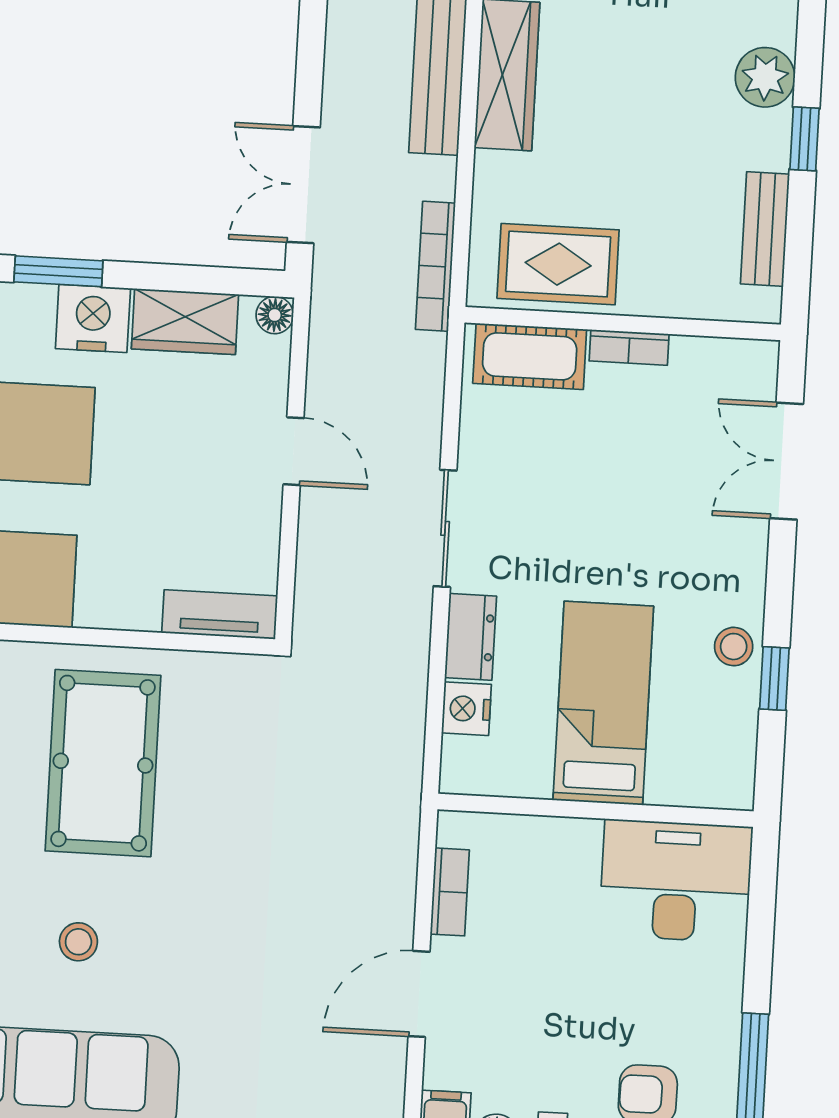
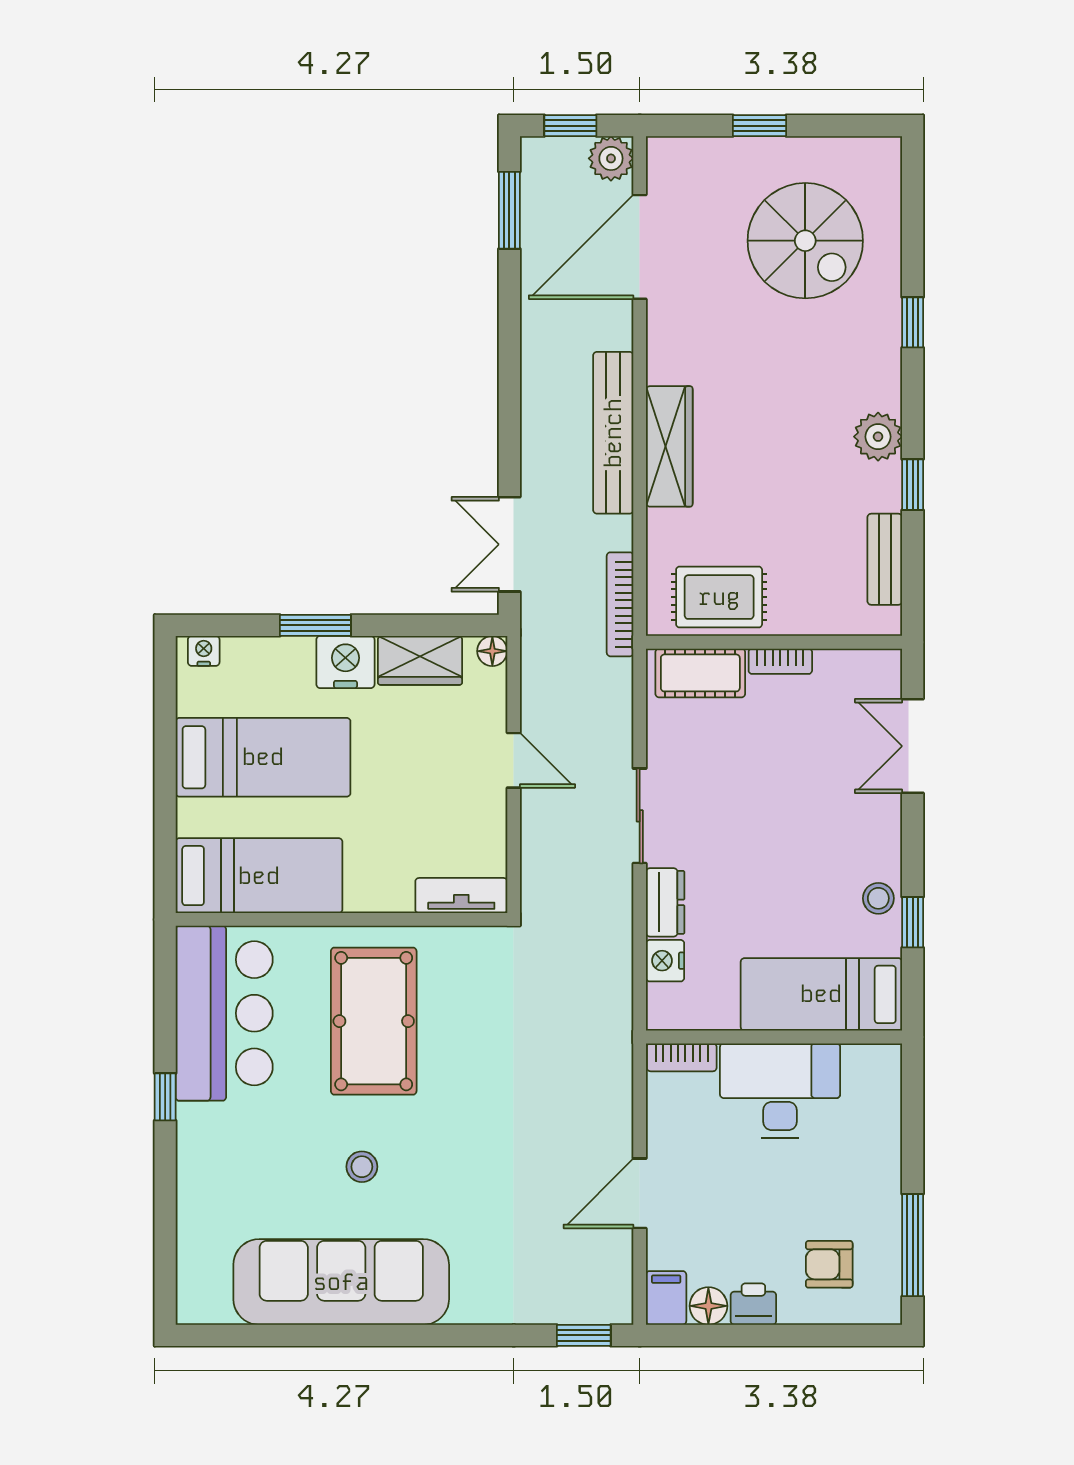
bed: (603, 703) -> (821, 994), moved, turned -90
desk: (676, 881) -> (780, 1091), moved
bookcase: (450, 892) -> (682, 1057), moved, turned 90

